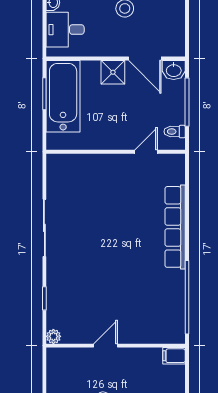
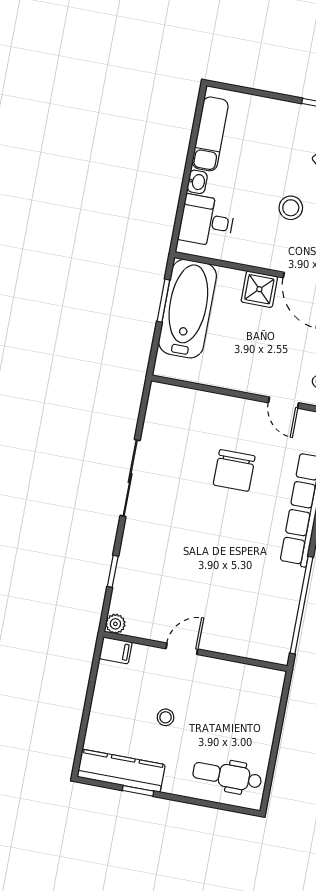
door: (146, 152) -> (283, 403), swing flipped
chair: (119, 208) -> (234, 471), added
filing cabinet: (174, 356) -> (116, 650), moved, turned 180

